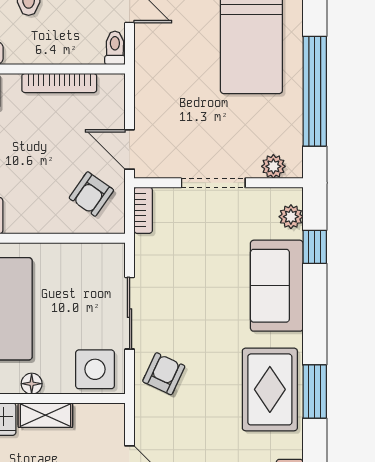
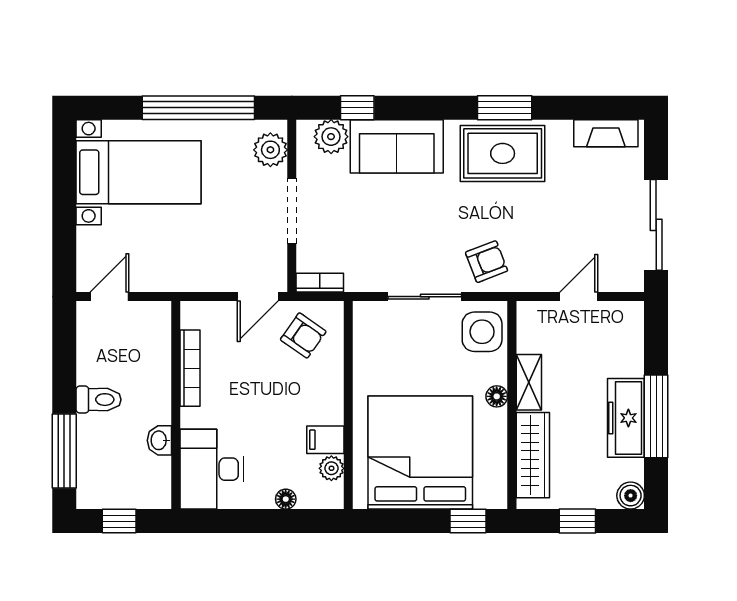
toilet: (115, 48) -> (154, 311), removed
plant: (273, 166) -> (270, 150), width x1.38, depth x1.38
plant: (291, 217) -> (331, 137), width x1.38, depth x1.38
armchair: (164, 374) -> (487, 262), turned 134

